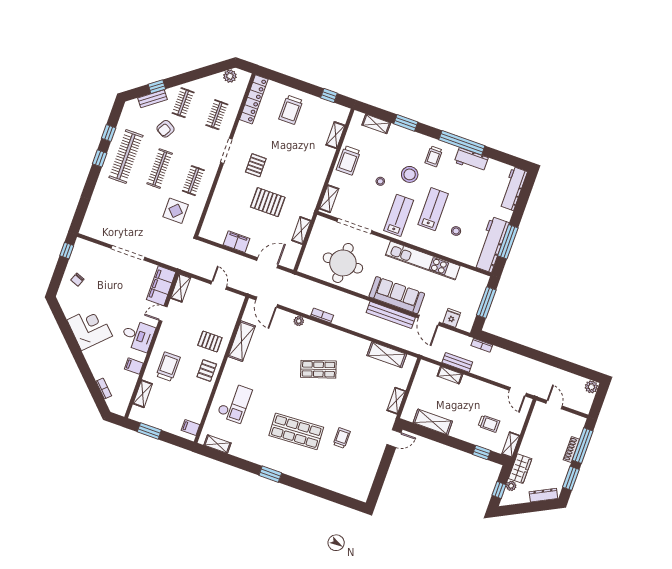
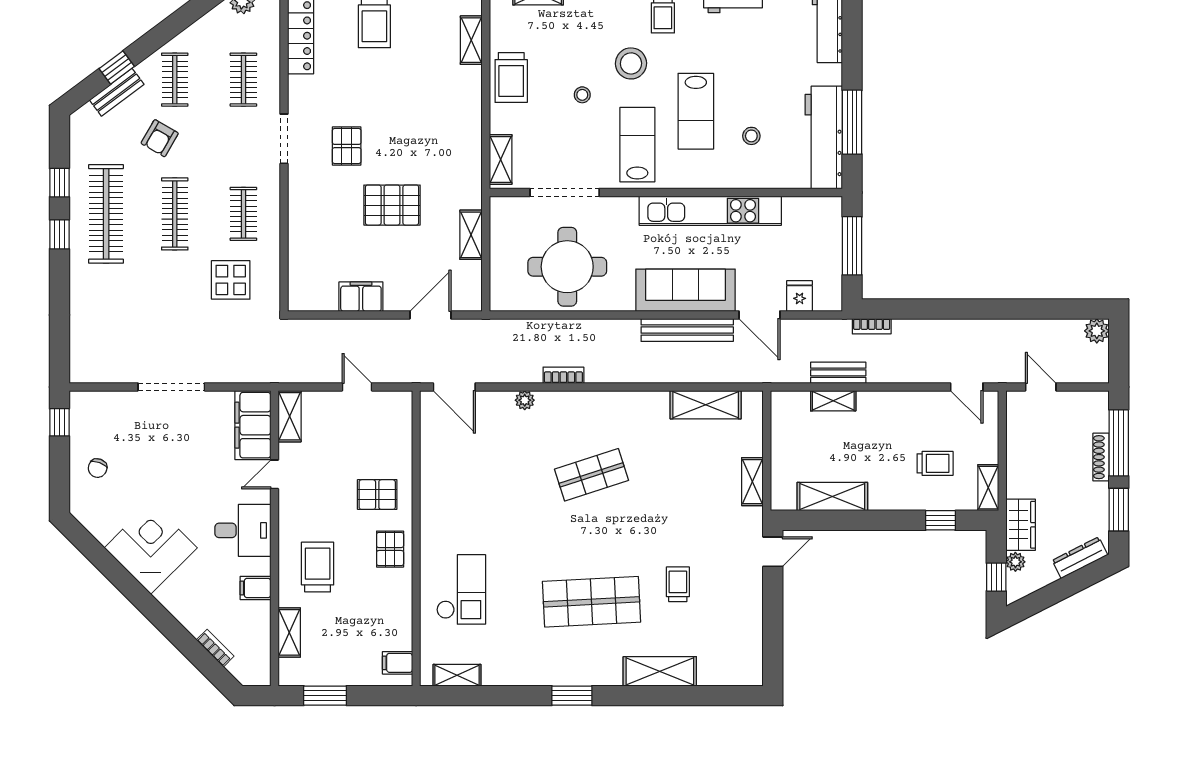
lab bench: (433, 209) -> (696, 111), turned 180
shelving: (242, 341) -> (660, 671), moved, turned 90

